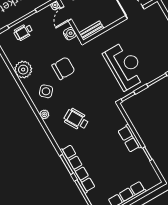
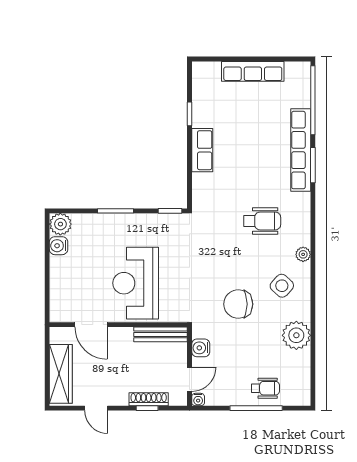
bench: (91, 31) -> (161, 334), width x1.36
reception desk: (125, 66) -> (136, 283), moved
wheelchair: (76, 119) -> (262, 221), turned -60

